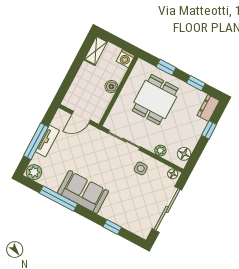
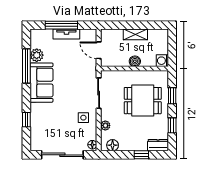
shelving: (96, 51) -> (135, 34), moved
plant: (34, 172) -> (37, 55), moved

